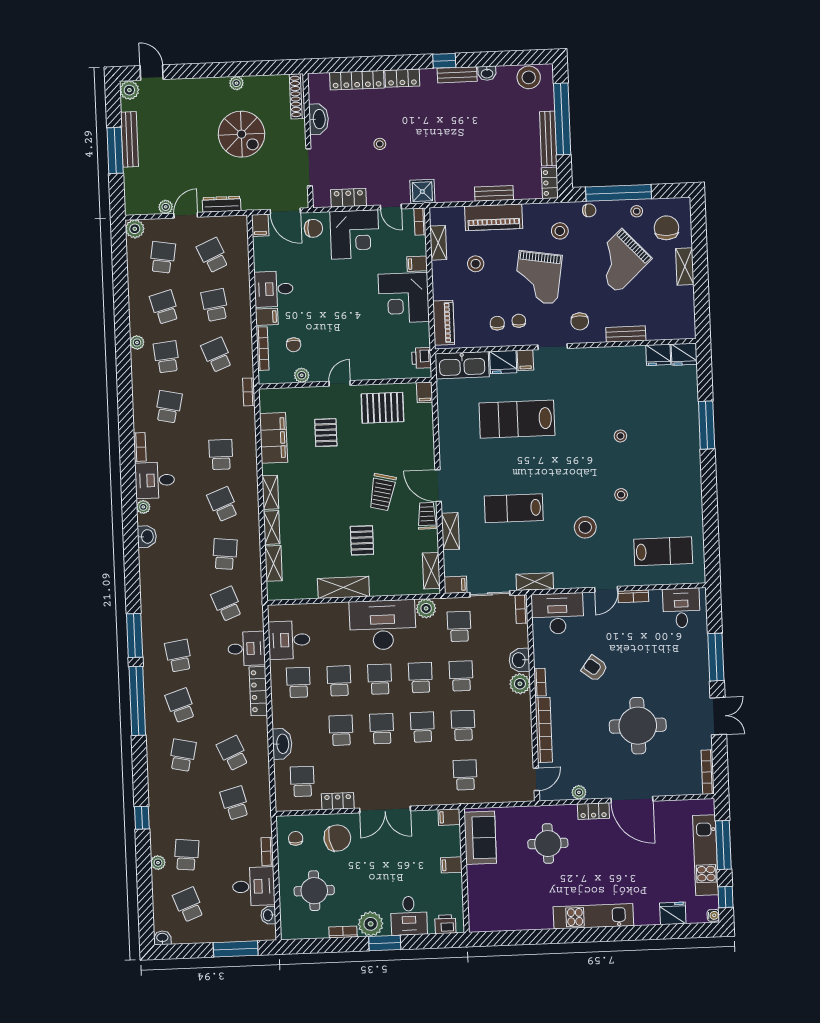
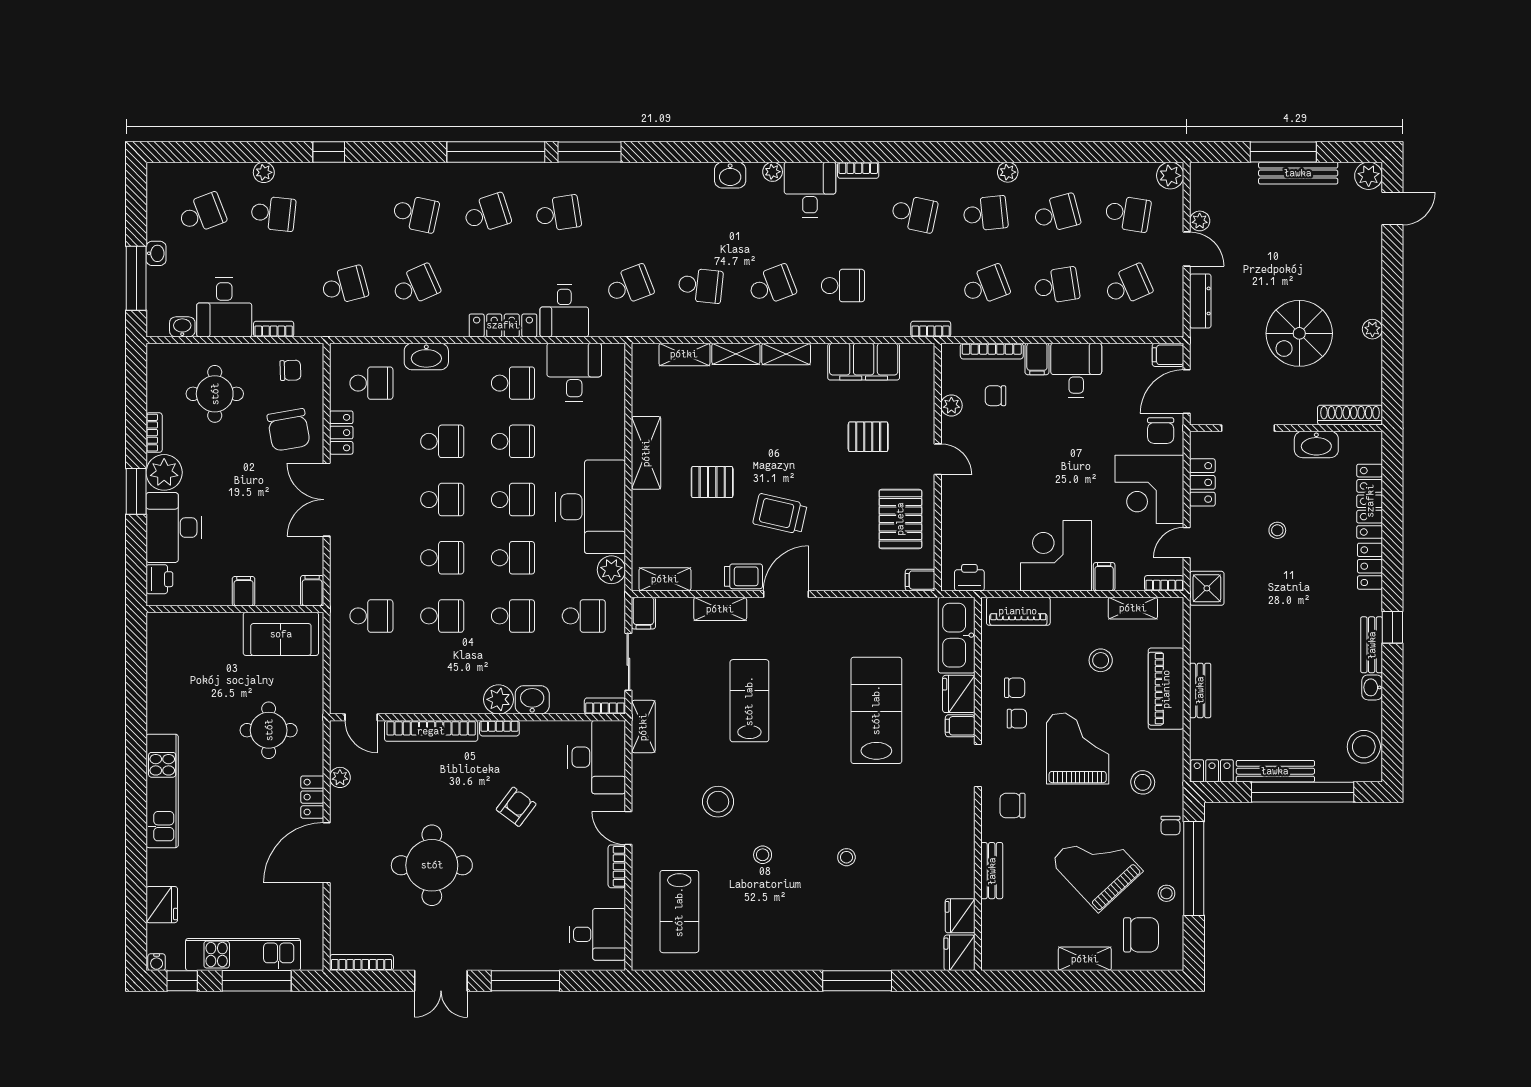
grand piano: (538, 277) -> (1078, 749), turned 81
desk: (409, 916) -> (174, 528), width x1.37
washbasin: (162, 938) -> (156, 253), moved

